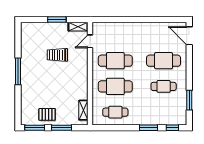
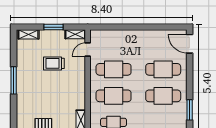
shelving: (33, 27) -> (28, 34), added
cafe table: (164, 86) -> (163, 96), width x1.37, depth x1.35

